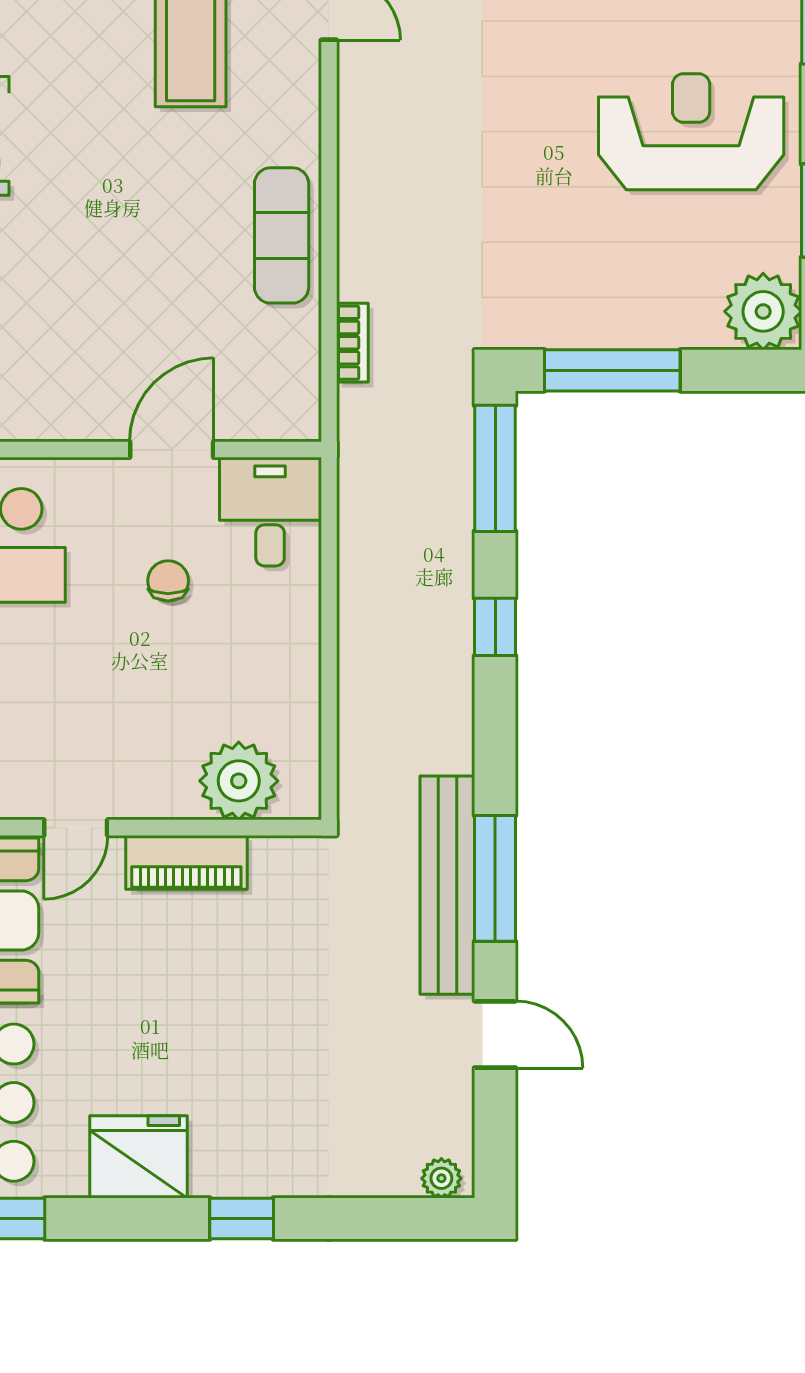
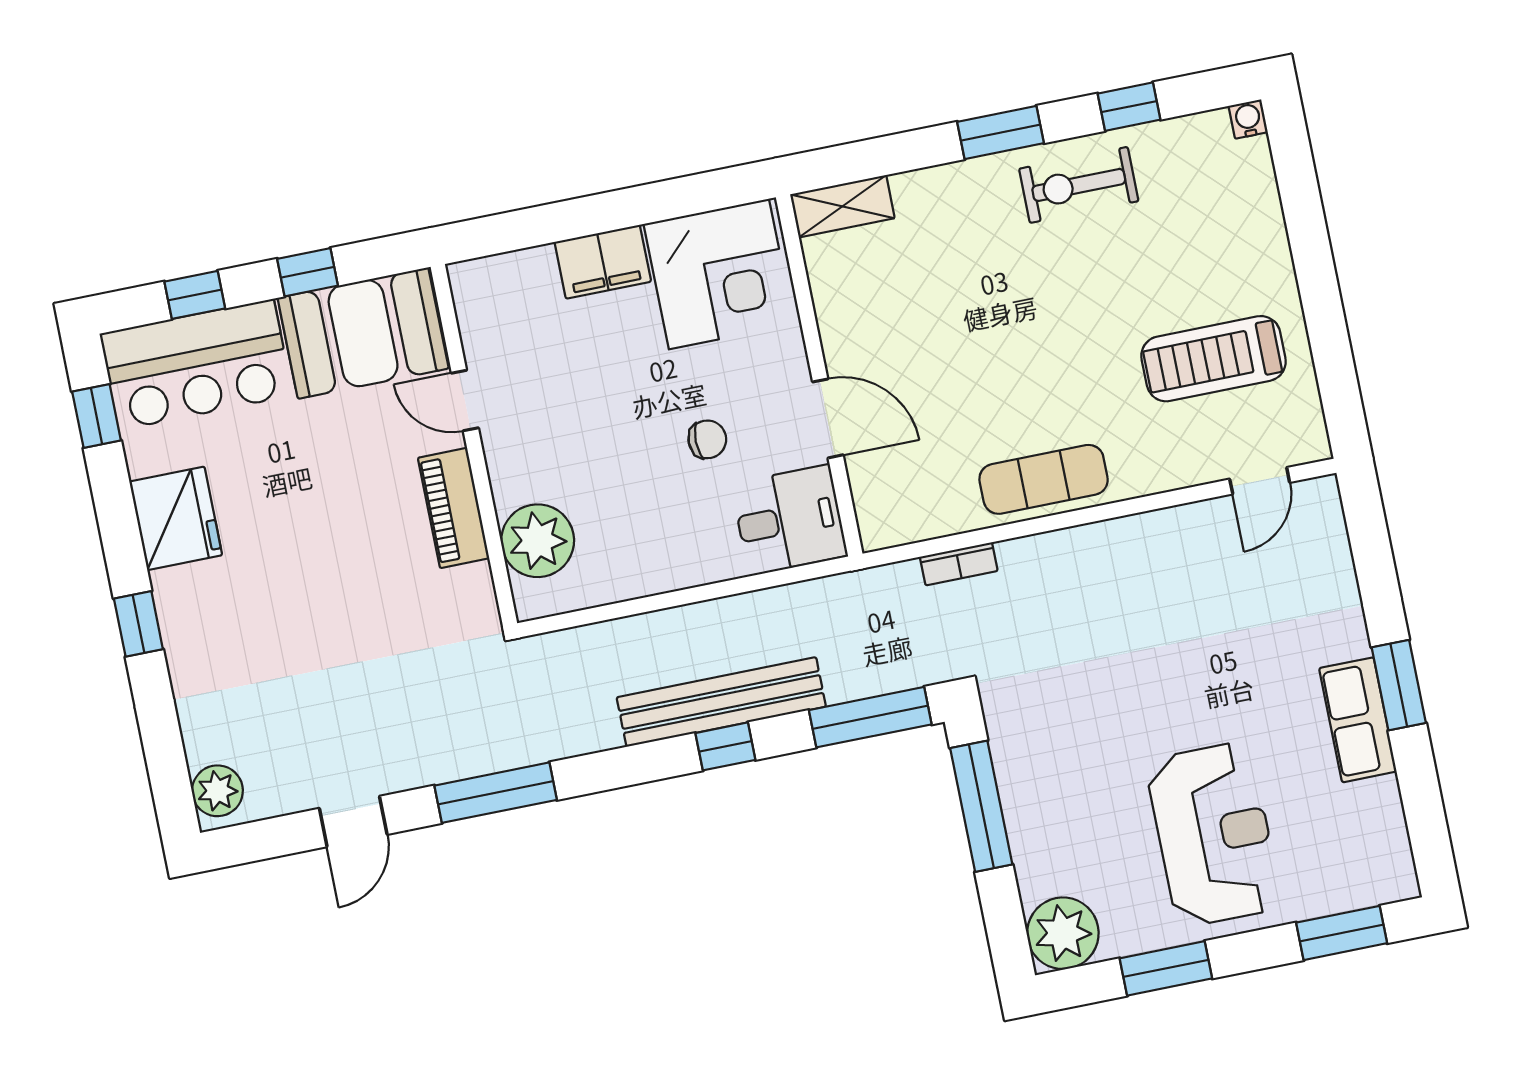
bench: (447, 885) -> (721, 702), moved
plant: (441, 1178) -> (217, 791), width x1.38, depth x1.38

